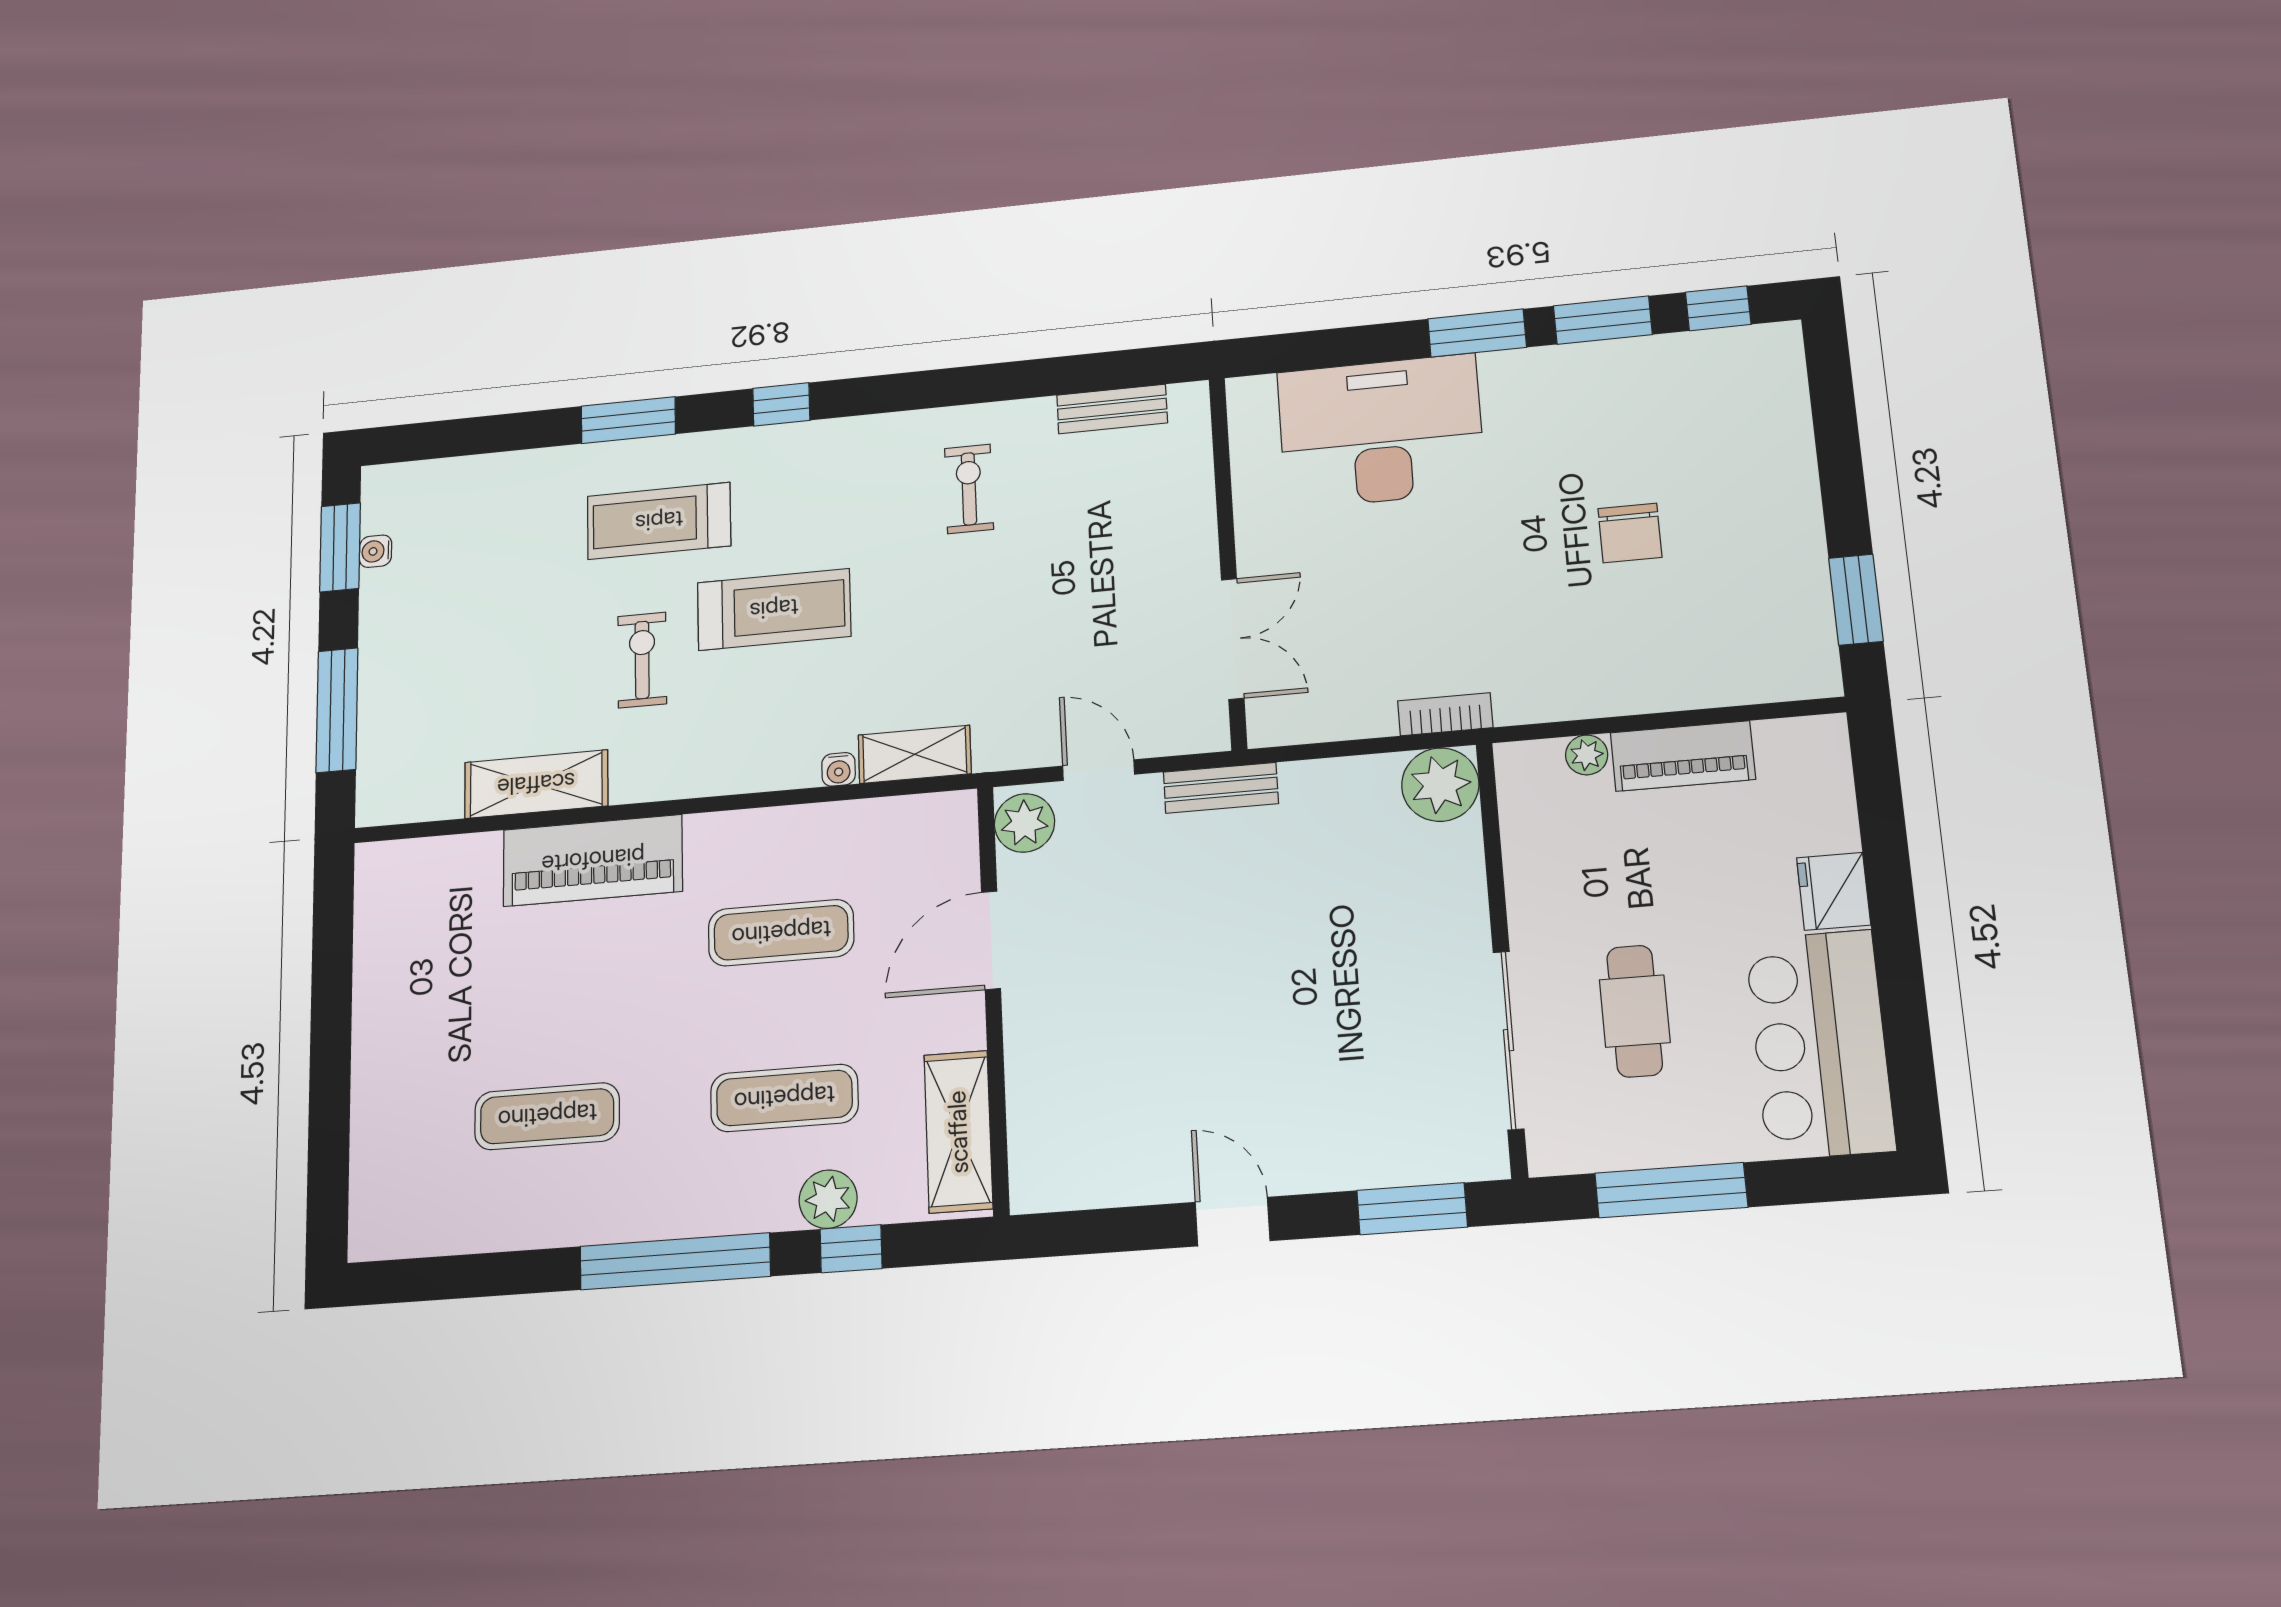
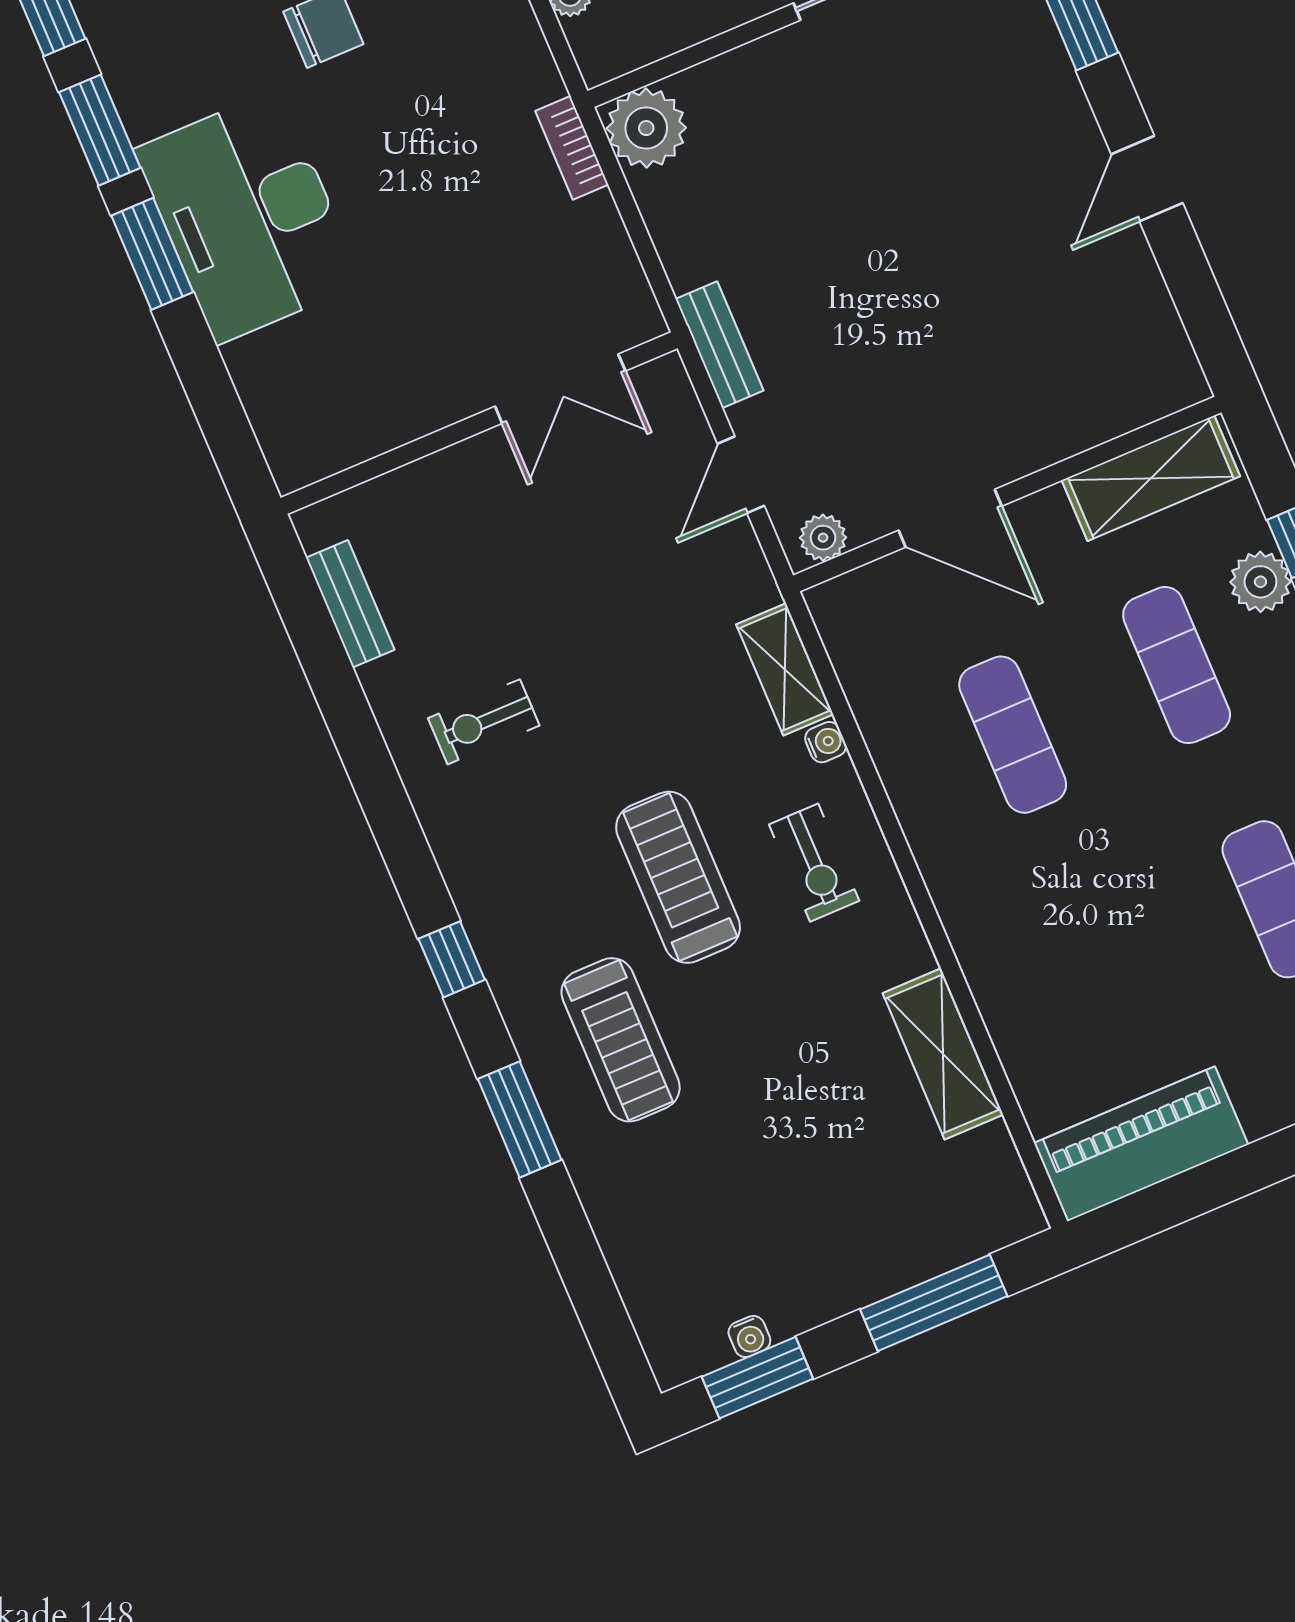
desk: (1381, 431) -> (248, 216), moved
double door: (1233, 639) -> (560, 389), swing flipped
exercise bike: (642, 660) -> (814, 863), moved, turned -90
plant: (1025, 823) -> (823, 538), width x0.73, depth x0.73
piano: (593, 860) -> (1141, 1144), moved, turned -90

